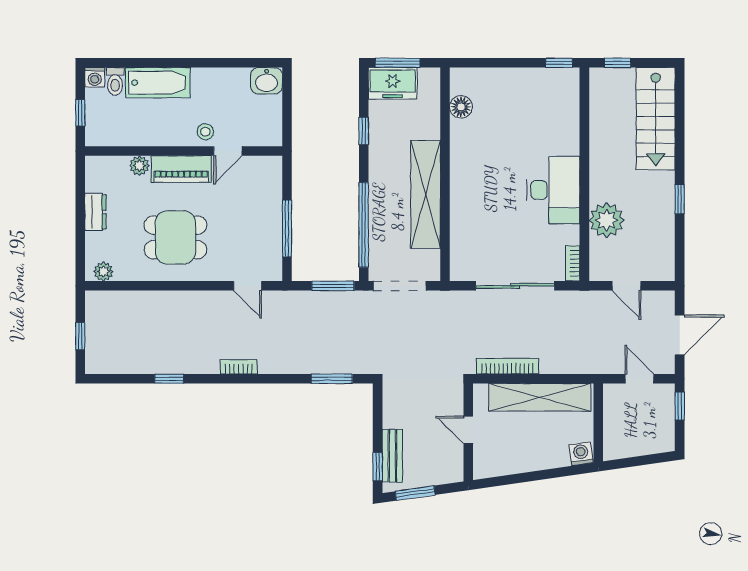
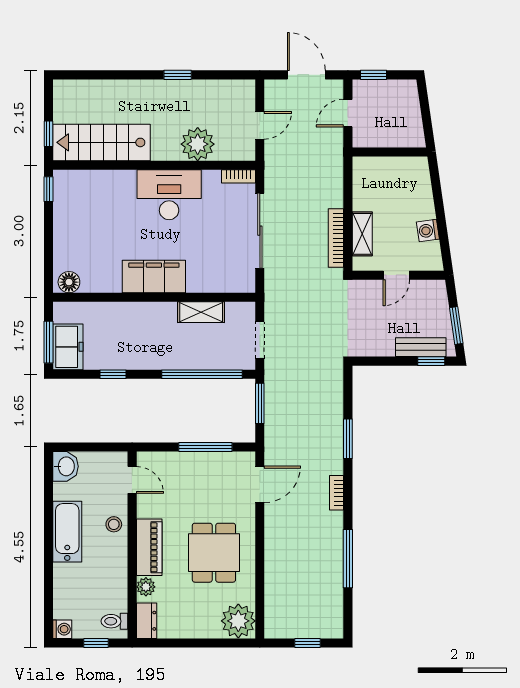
toilet: (115, 81) -> (114, 621), moved, turned 180
bathtub: (158, 83) -> (67, 532), moved
floor lamp: (461, 107) -> (69, 282), moved
stairs: (656, 119) -> (101, 142), moved, turned 180
door: (228, 151) -> (132, 480), moved
filing cabinet: (467, 174) -> (154, 277), added
shelving: (426, 194) -> (201, 312), width x0.45, depth x0.75
dresser: (95, 212) -> (147, 621), moved, turned 90
plant: (103, 272) -> (238, 621), width x1.88, depth x1.88
door: (248, 286) -> (260, 484), width x1.38
doorway: (400, 286) -> (260, 340), width x0.73
window: (169, 379) -> (348, 559), width x2.17
window: (332, 379) -> (348, 439), moved
shelving: (540, 397) -> (362, 234), width x0.45, depth x0.75
washing machine: (581, 454) -> (428, 231), moved

